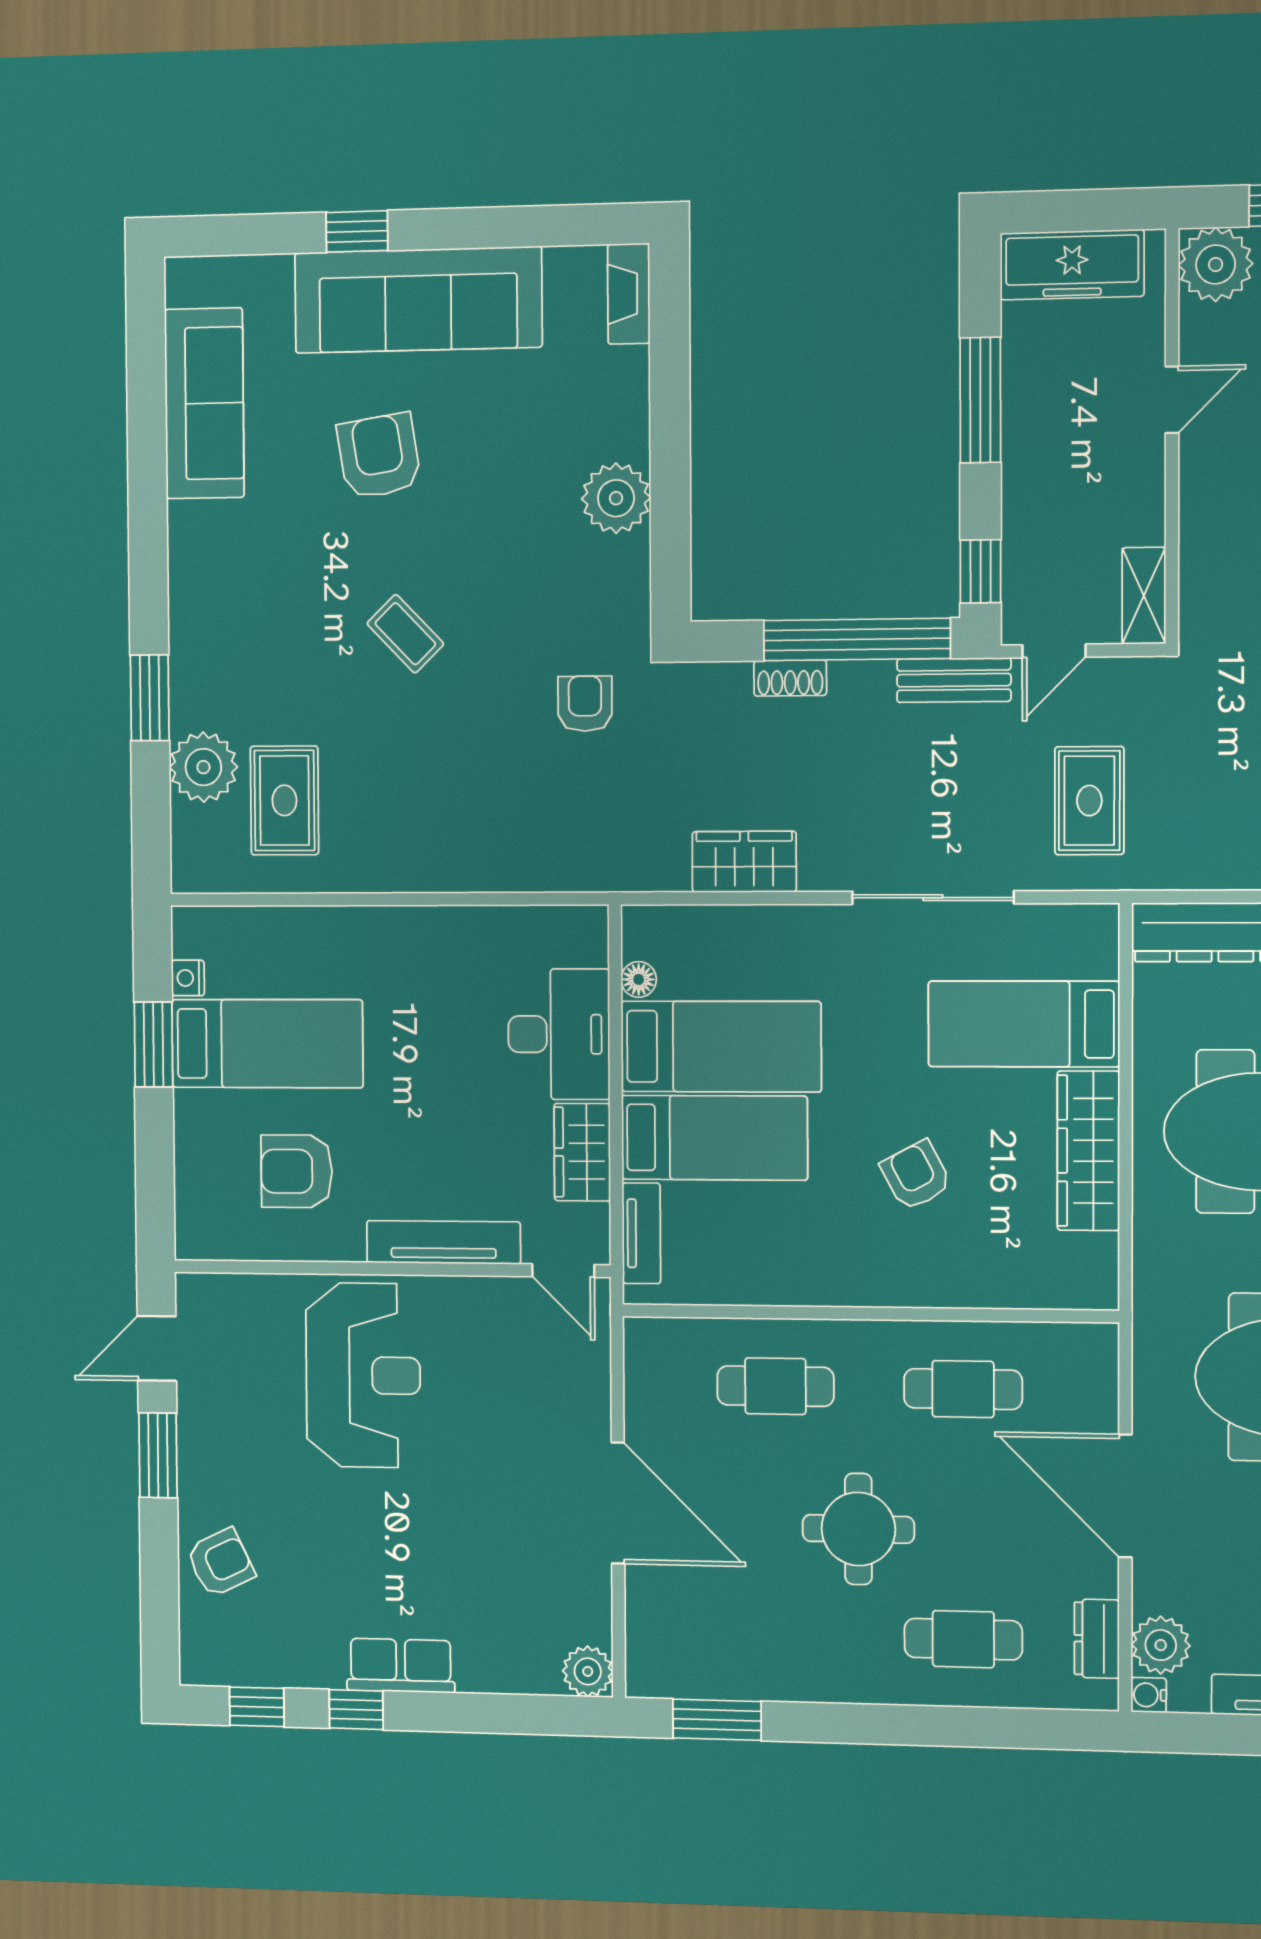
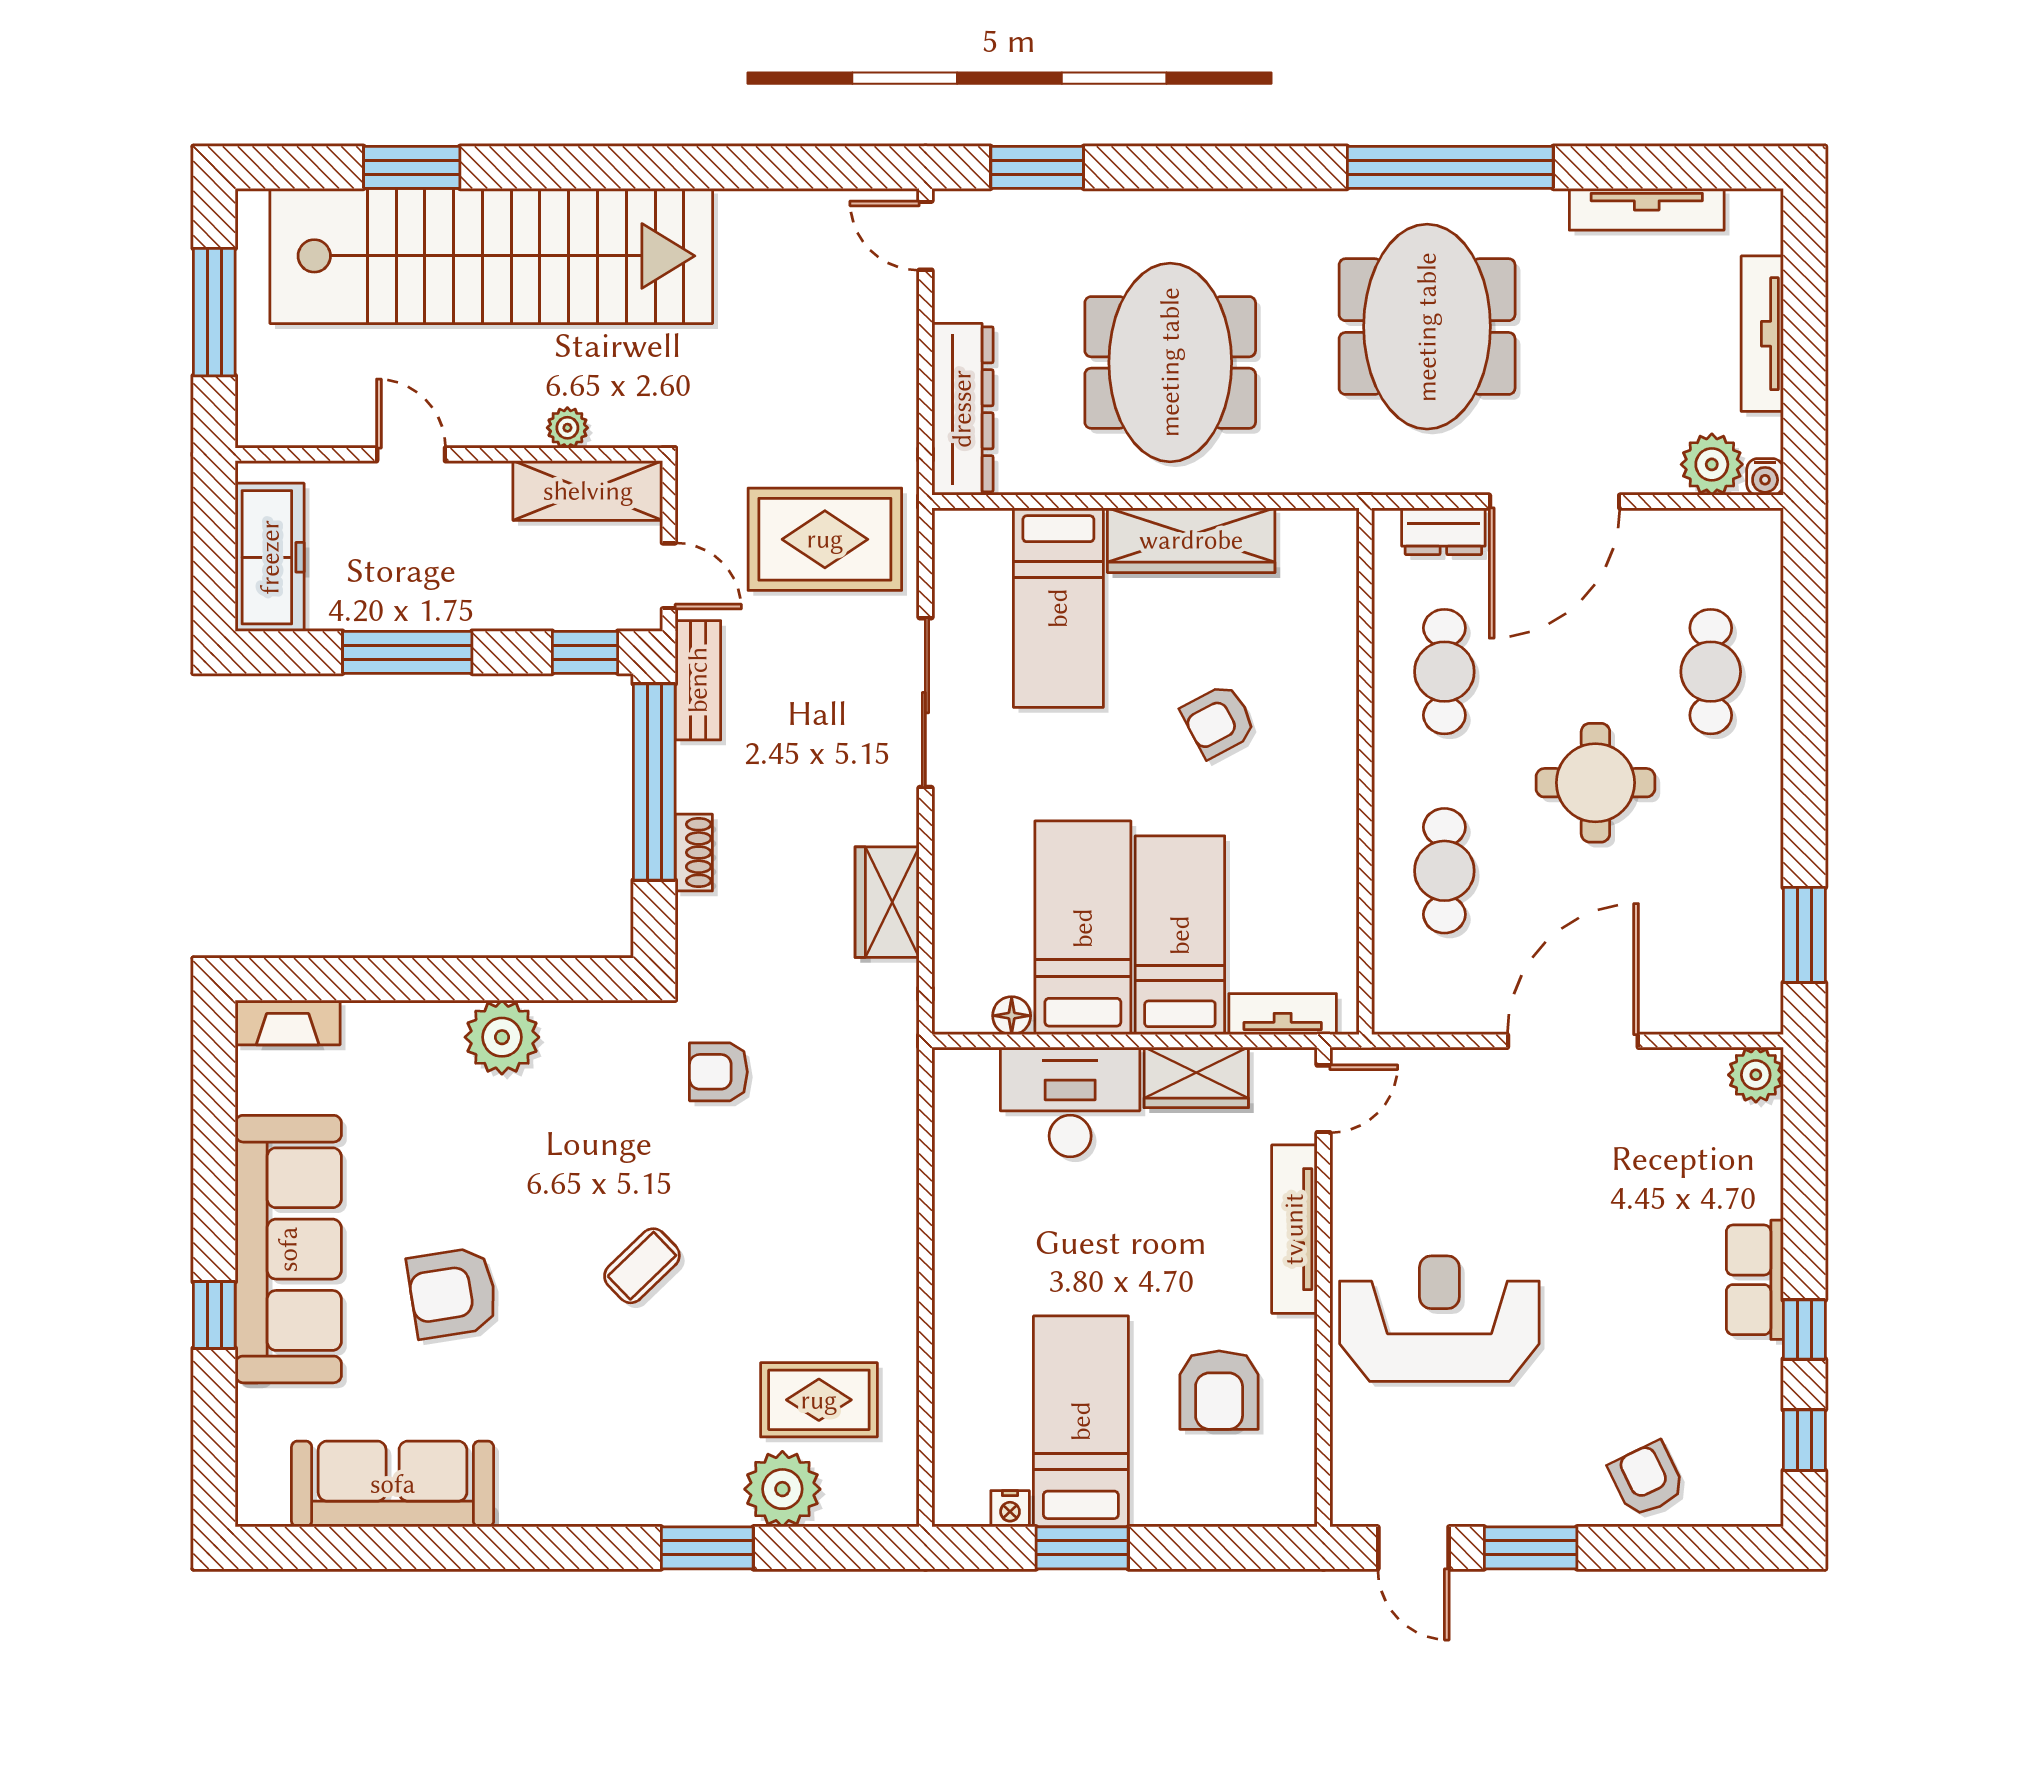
plant: (1216, 264) -> (567, 428), moved, width x0.53, depth x0.53
shelving: (1144, 596) -> (588, 491), width x1.50, depth x1.33
rug: (1089, 801) -> (825, 539), width x1.36, depth x1.43
dresser: (1097, 1639) -> (1443, 531), moved

